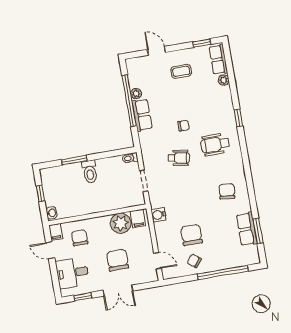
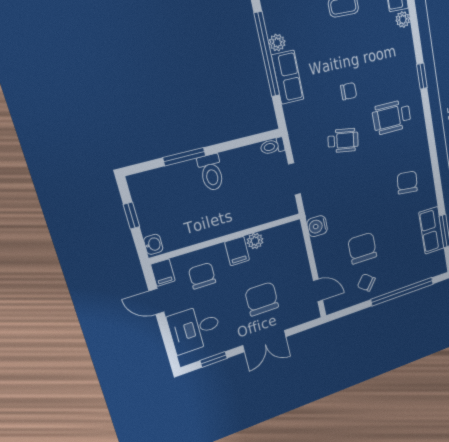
filing cabinet: (138, 219) -> (237, 251), moved
plant: (121, 223) -> (255, 241), width x0.53, depth x0.53

